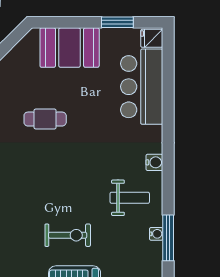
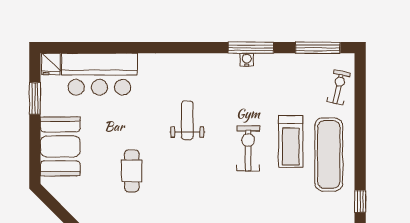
water cooler: (154, 162) -> (175, 61), removed
weight bench: (130, 198) -> (187, 120), moved

